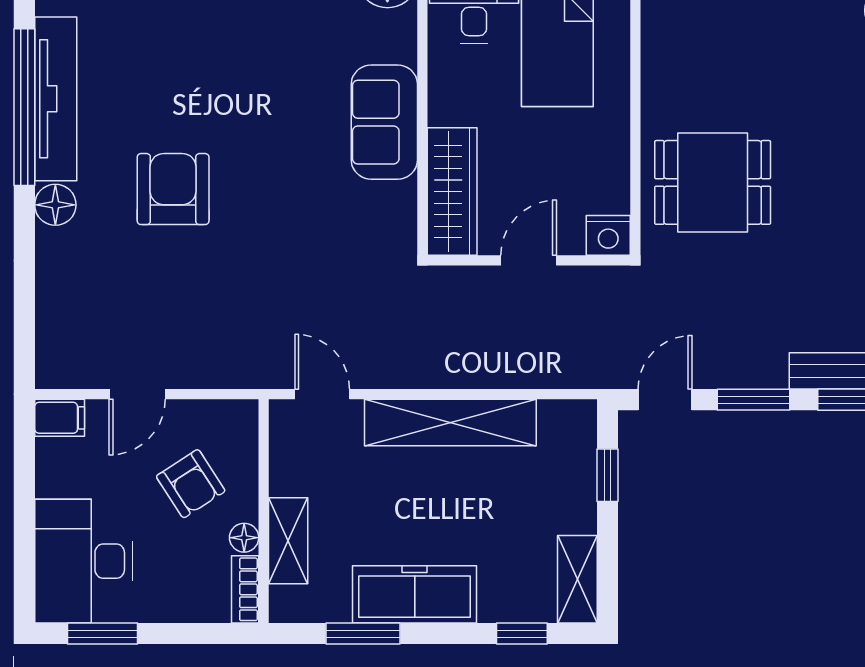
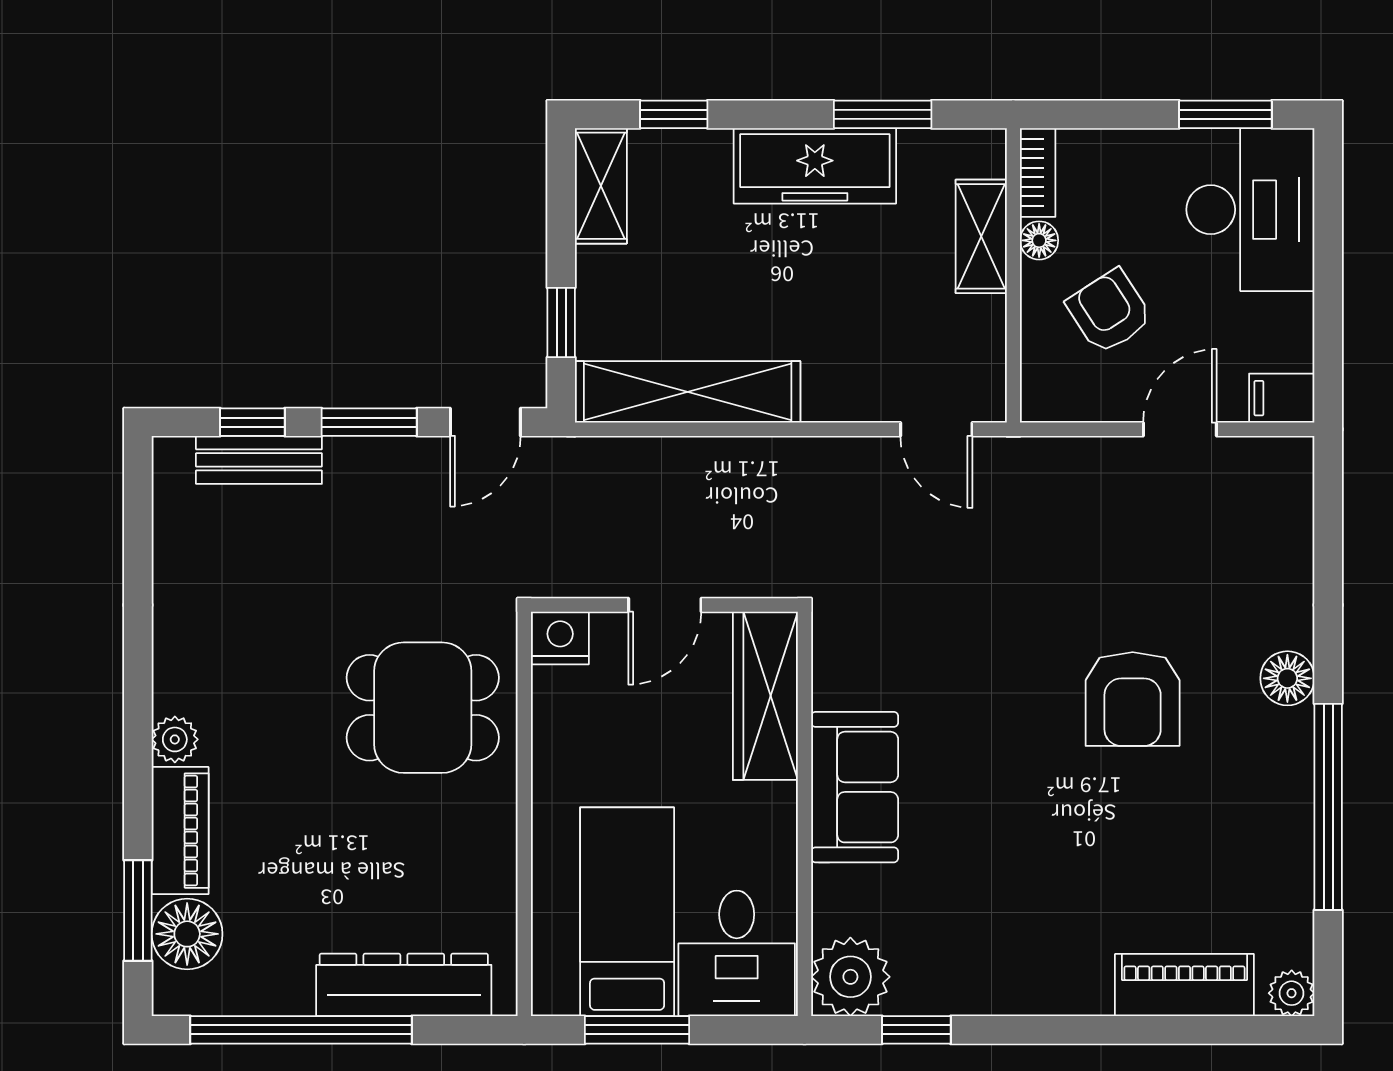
tv unit: (56, 99) -> (1287, 818), removed
shelving: (450, 423) -> (688, 392), moved

